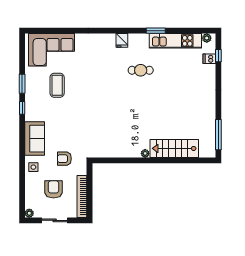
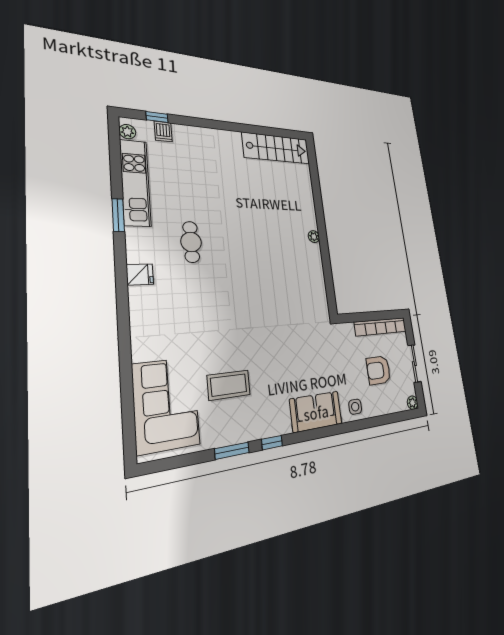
window: (218, 135) -> (276, 132), removed
stairs: (174, 148) -> (276, 148), moved, turned -90
armchair: (64, 159) -> (337, 358), removed

